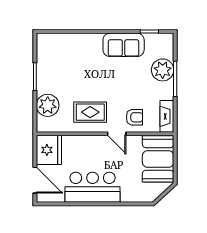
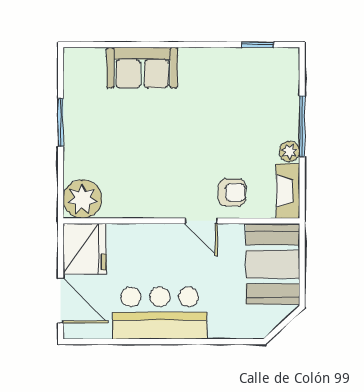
sofa: (124, 45) -> (142, 68), moved
plant: (163, 70) -> (289, 151), moved, width x0.53, depth x0.53
plant: (48, 105) -> (82, 199), moved
rug: (90, 112) -> (156, 184), removed

